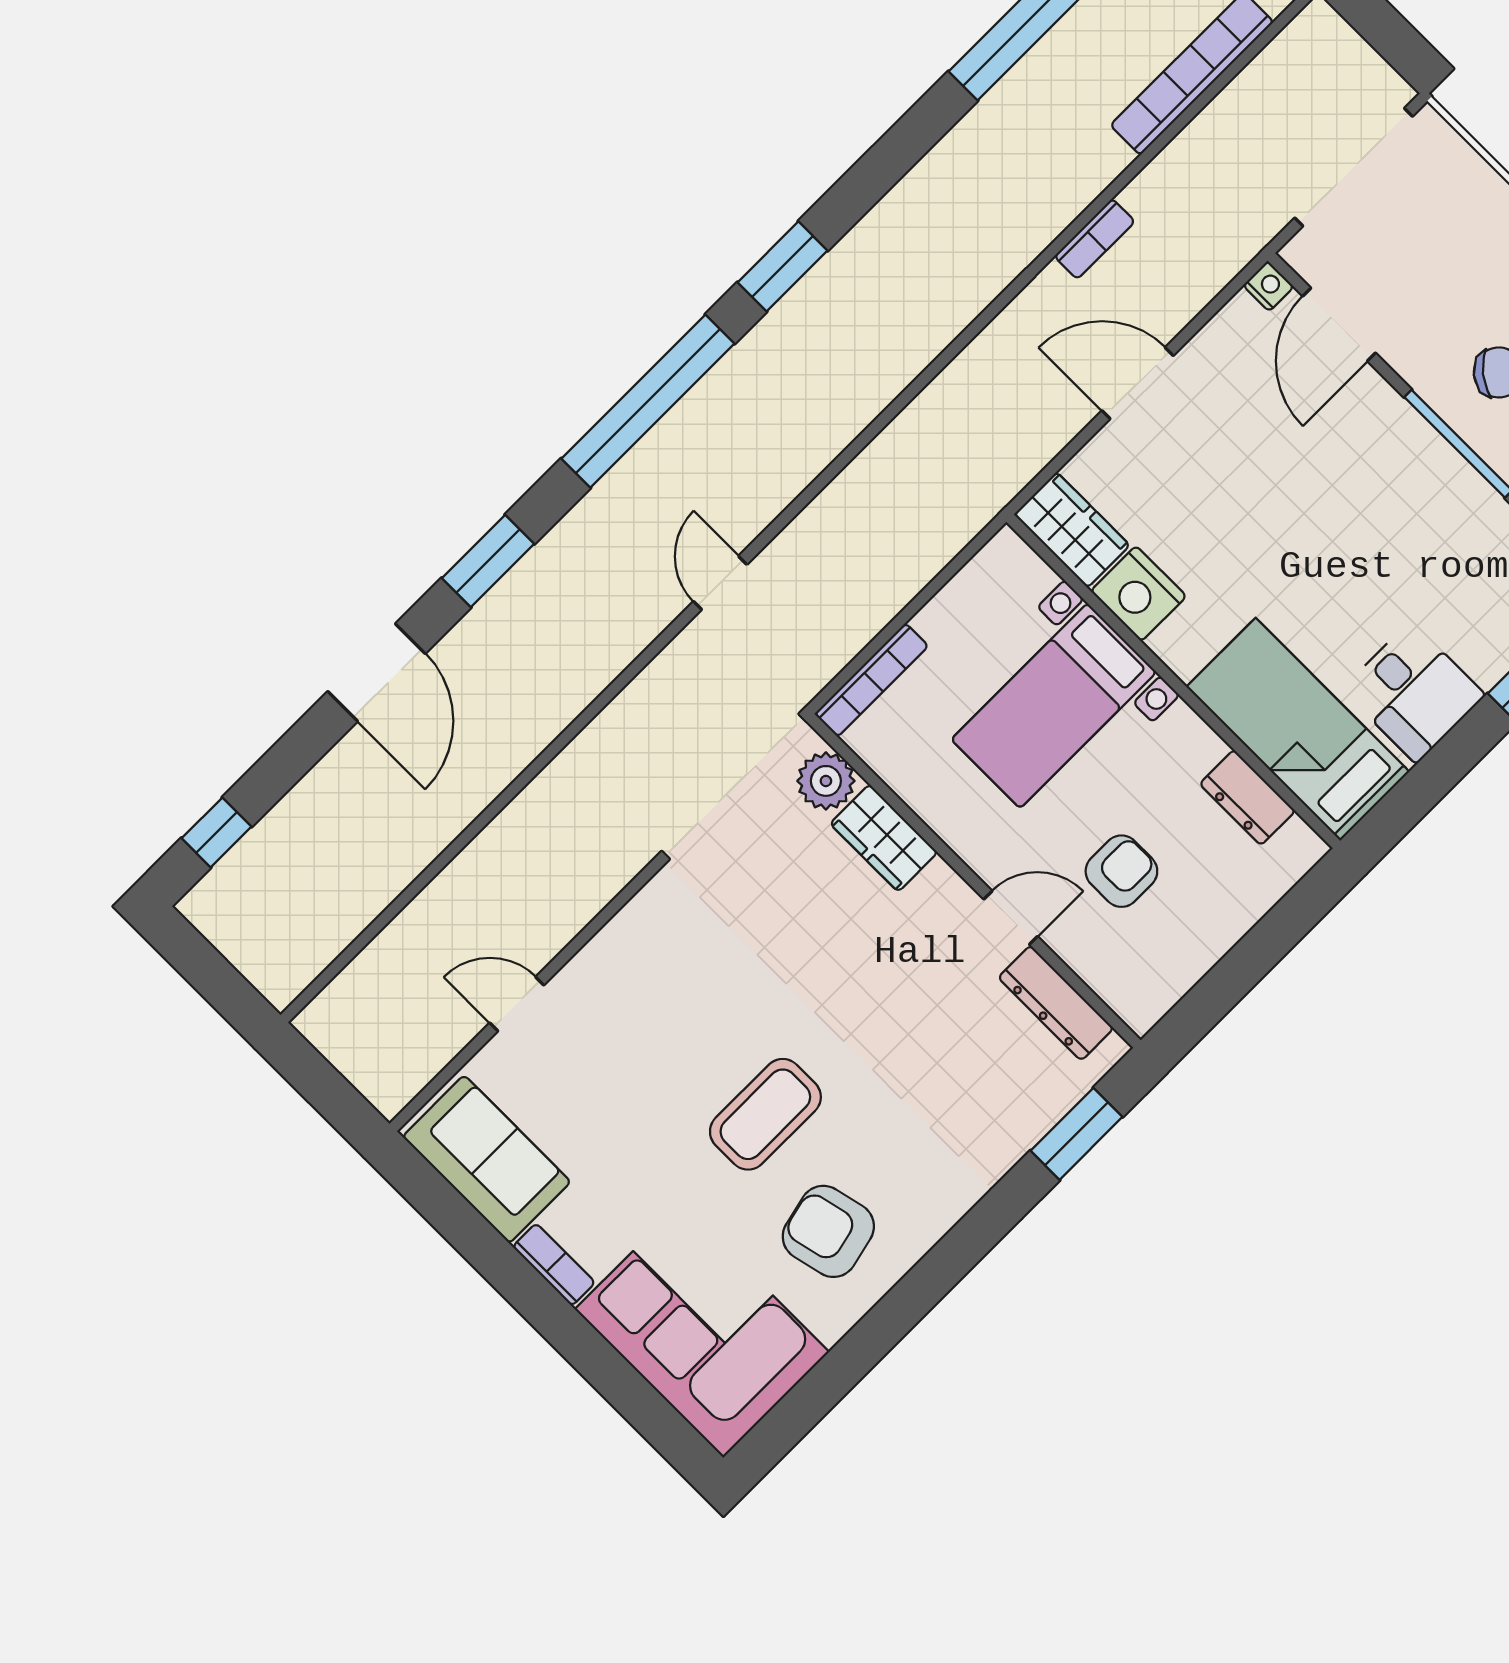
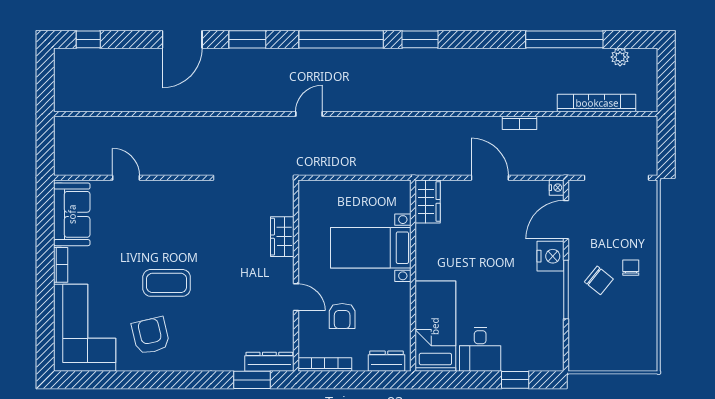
nightstand: (1139, 594) -> (551, 256), moved, turned 180
bookcase: (871, 680) -> (325, 364), moved, turned 180
plant: (826, 781) -> (282, 203), removed
dresser: (1247, 797) -> (386, 361), moved, turned 90
armchair: (1121, 871) -> (342, 316), turned 90
dresser: (1056, 1003) -> (269, 362), moved, turned 90

